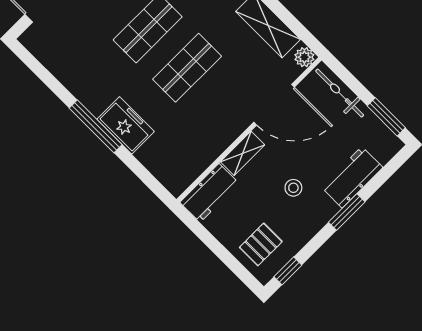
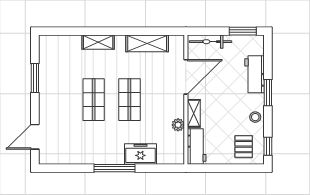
plant: (304, 57) -> (178, 125), moved
freezer: (126, 125) -> (140, 154), moved
stool: (293, 188) -> (255, 117), moved

